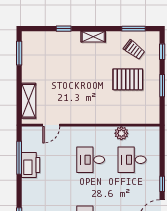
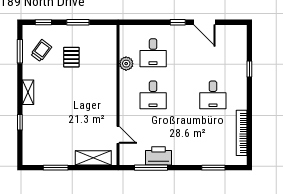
window: (19, 53) -> (56, 168), moved
pallet: (128, 79) -> (71, 57), width x0.67, depth x0.71

